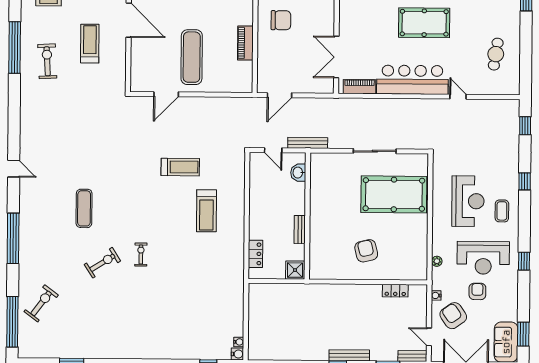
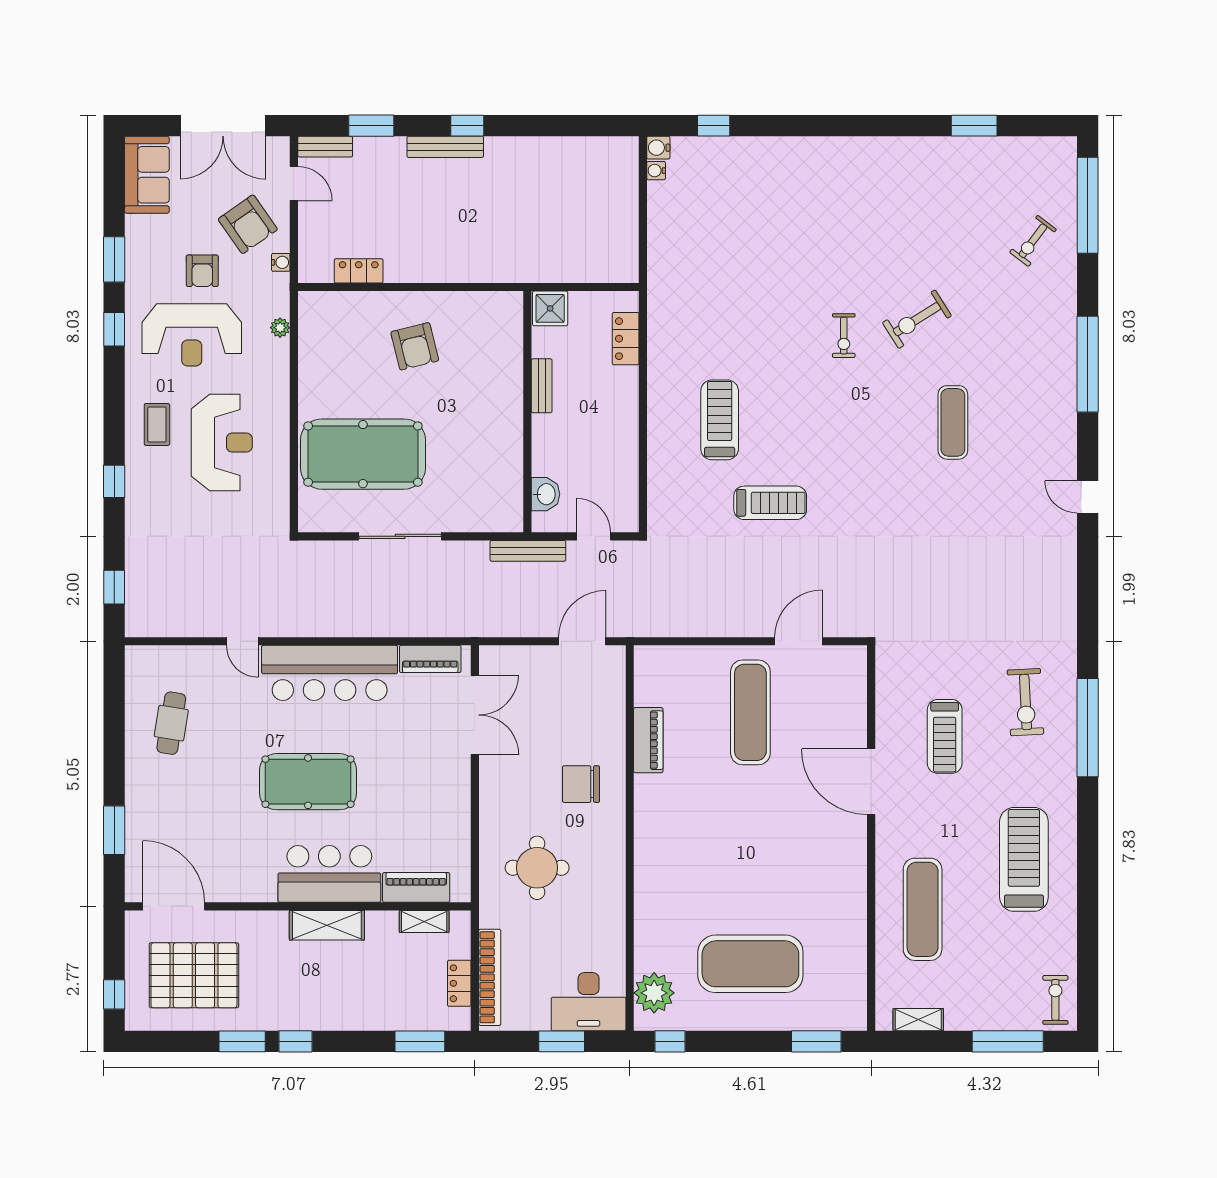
treadmill: (180, 167) -> (770, 503), turned 180
reception desk: (468, 201) -> (222, 443), turned 180
reception desk: (483, 258) -> (192, 335), turned 180
exercise bike: (41, 303) -> (1033, 241), width x0.73, depth x0.72
window: (523, 334) -> (114, 259), moved

